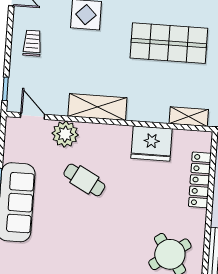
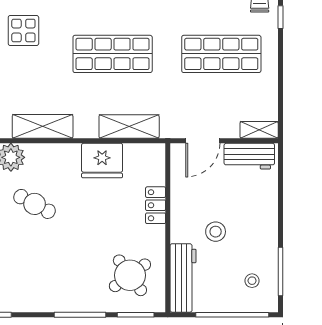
shelving: (189, 117) -> (129, 126), width x1.50, depth x1.33
locker: (200, 180) -> (156, 205), width x0.66

